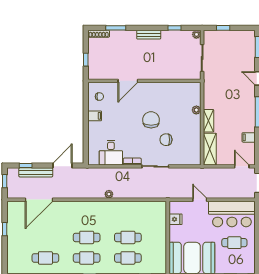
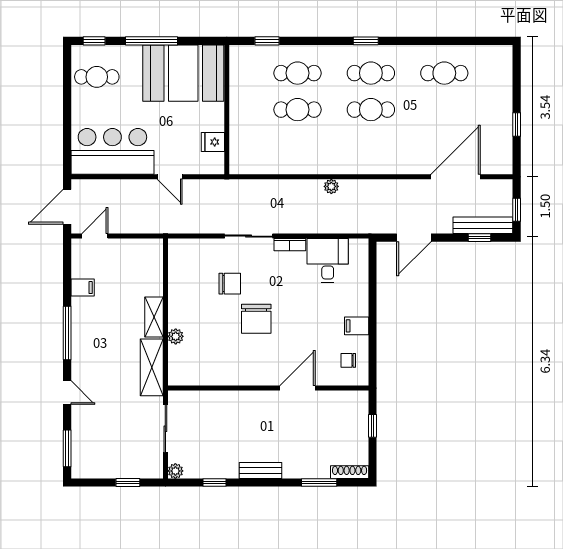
shelving: (210, 149) -> (152, 367), moved
door: (242, 166) -> (95, 236), swing flipped
bench: (36, 172) -> (483, 225), moved
cafe table: (234, 243) -> (97, 77), moved

